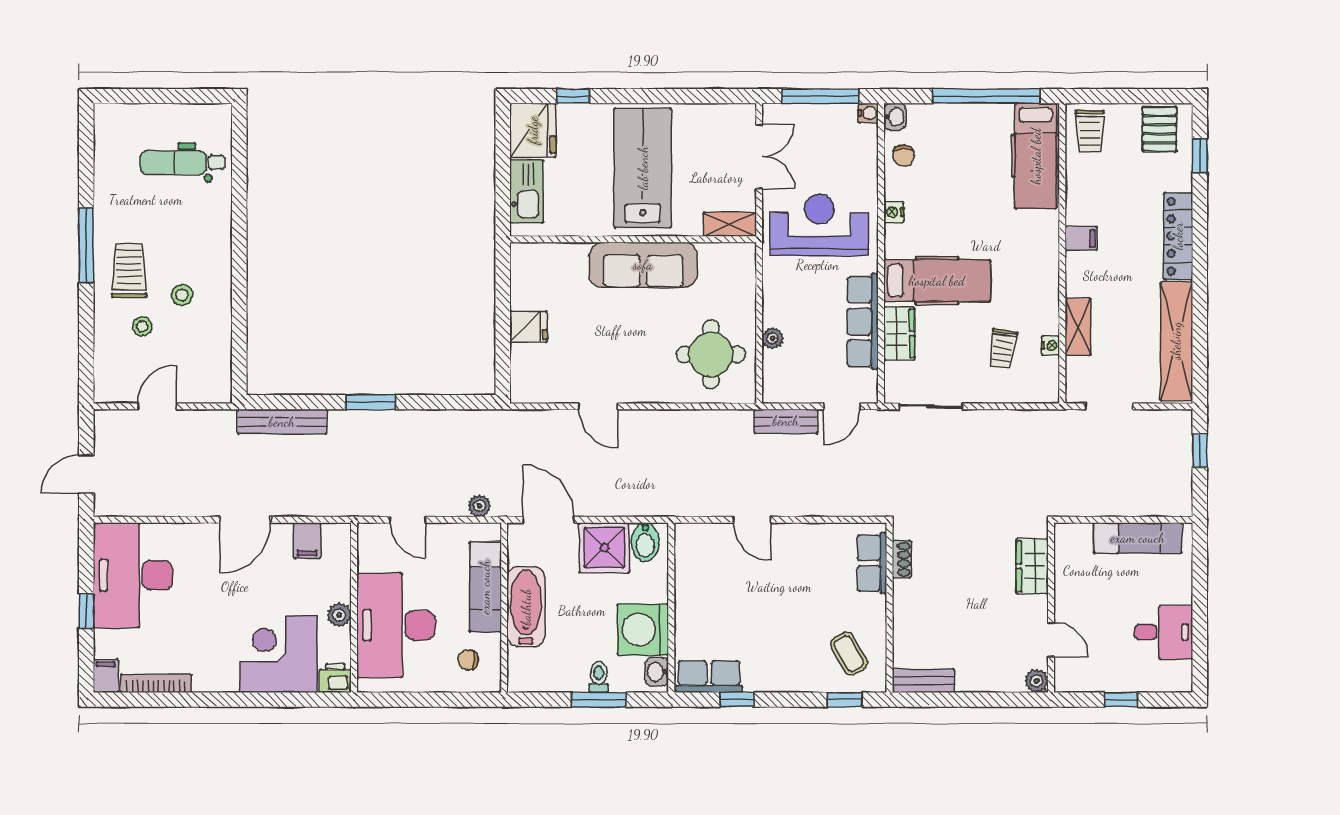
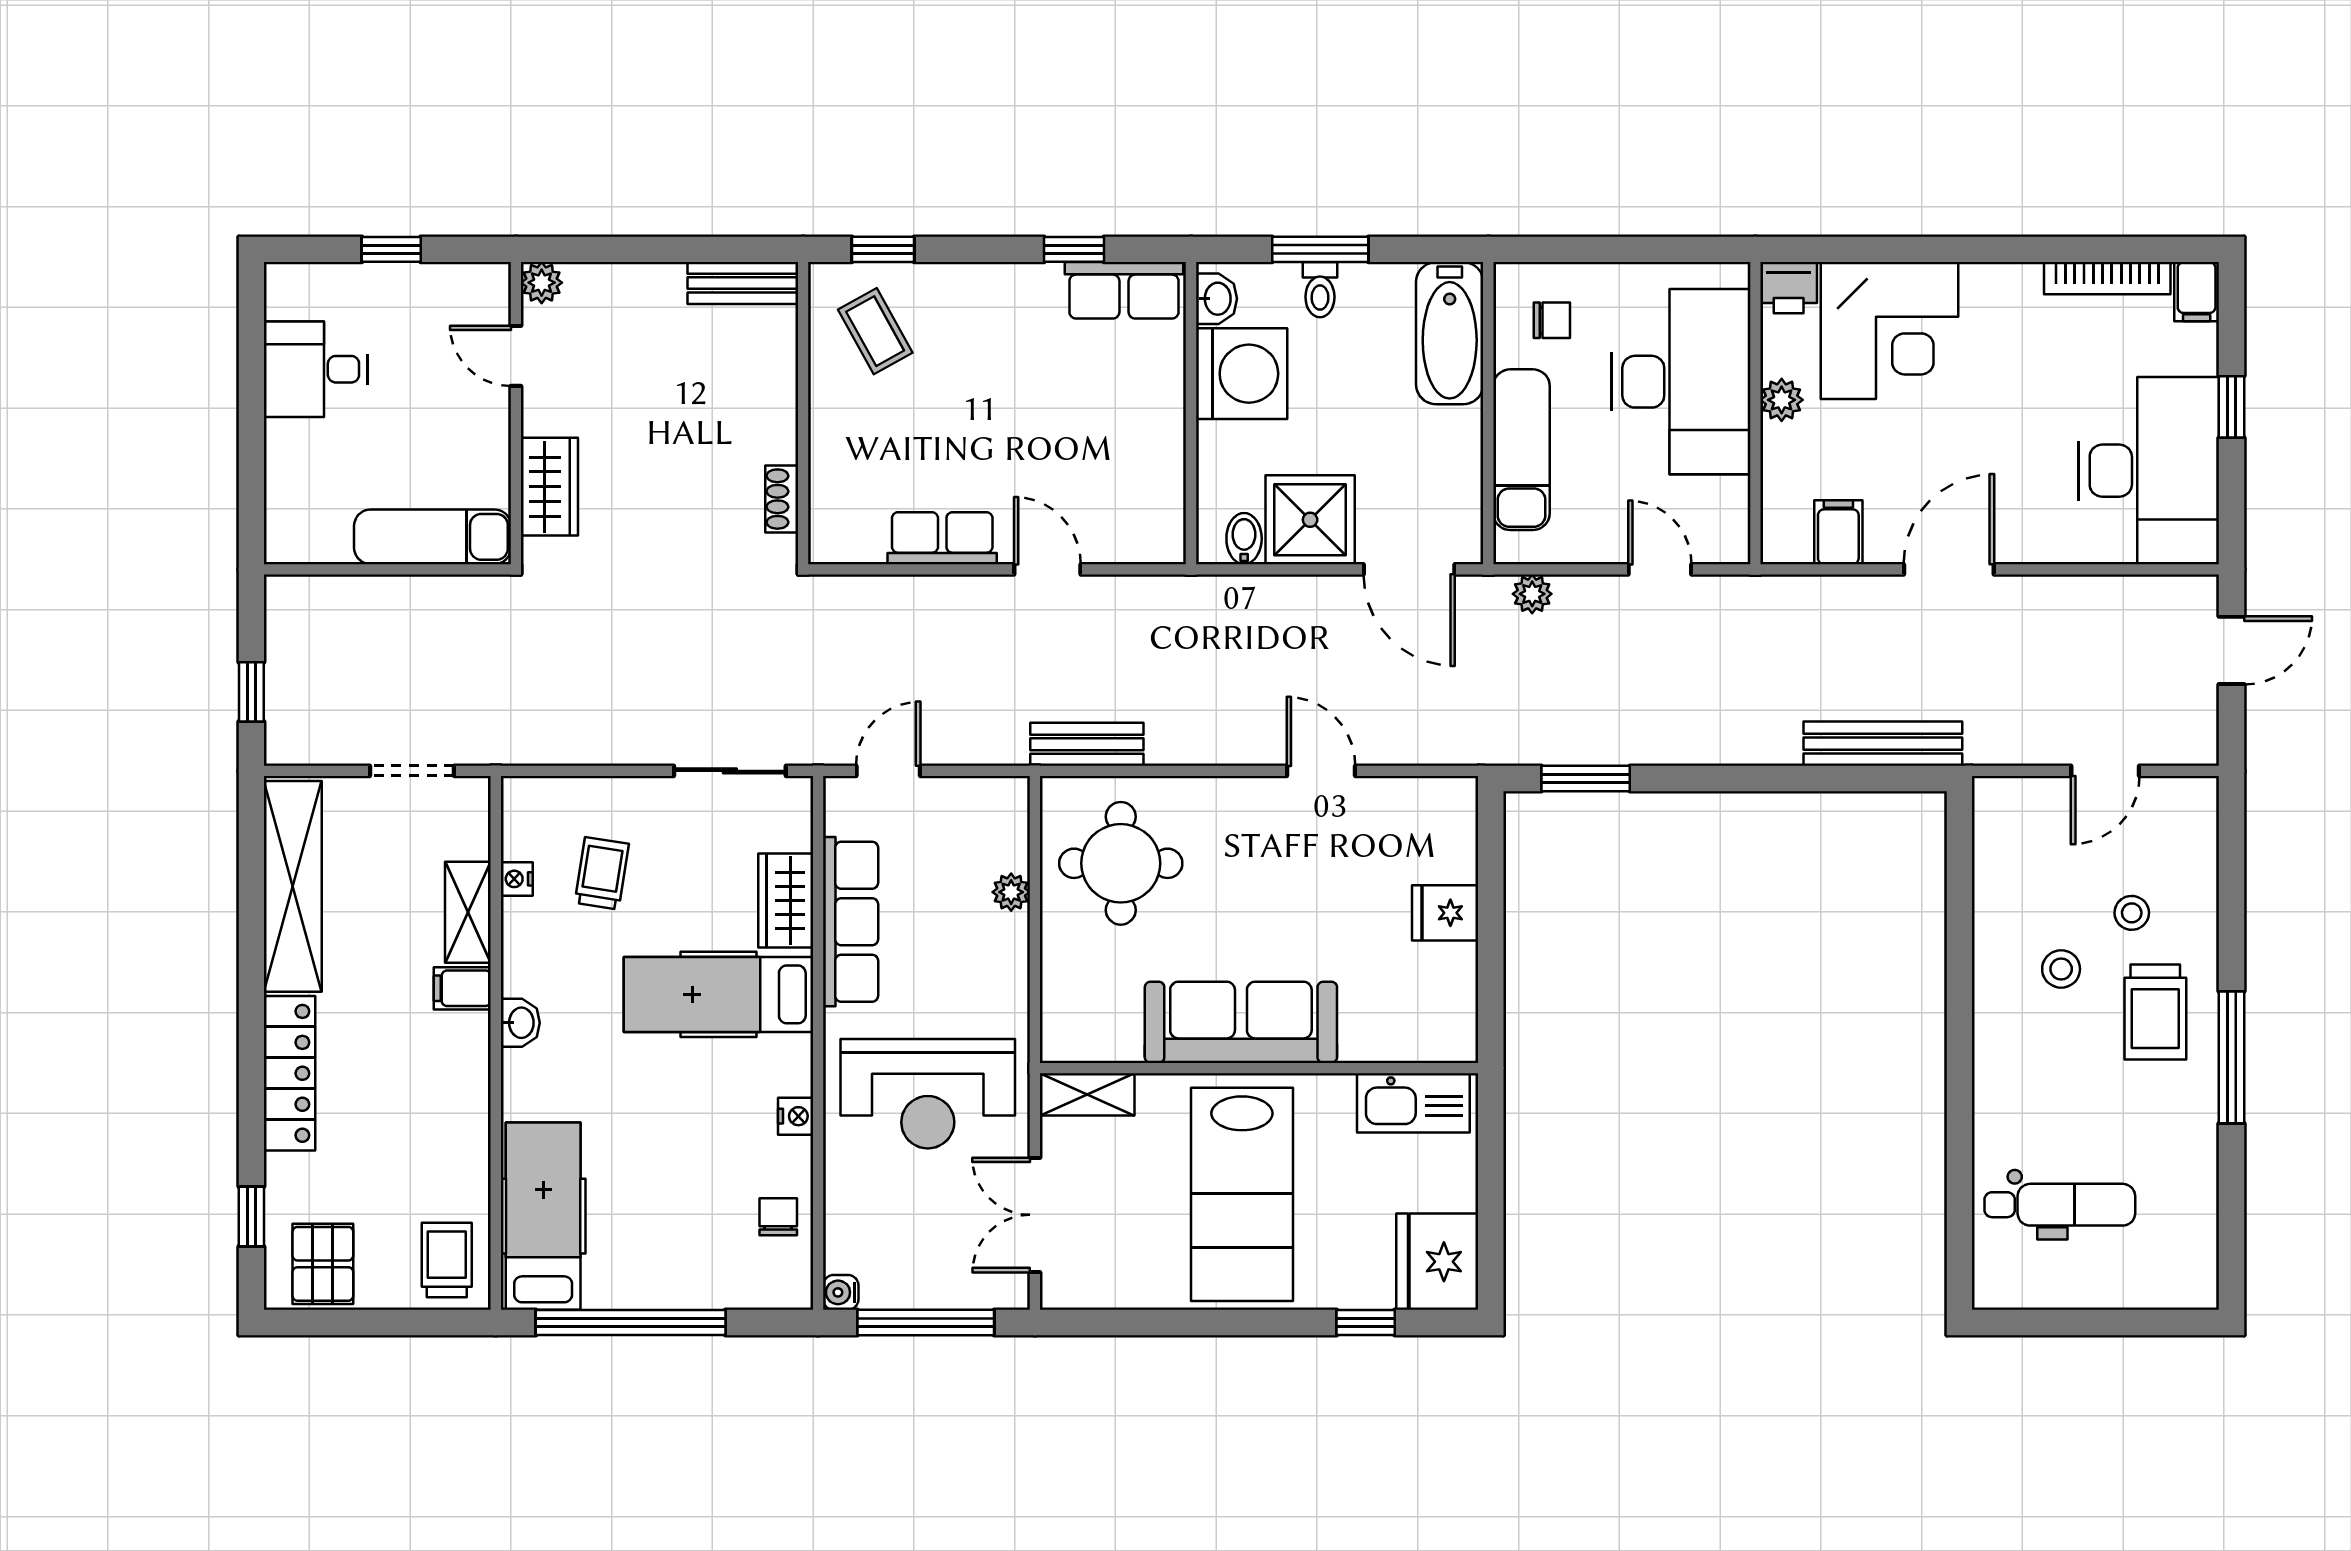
washbasin: (895, 117) -> (520, 1023), moved, turned 180
kitchen sink: (526, 191) -> (1413, 1103), moved, turned -90
filing cabinet: (1081, 239) -> (462, 988), moved
window: (370, 402) -> (1586, 778), moved
bench: (786, 421) -> (1087, 744), moved
exam couch: (1138, 538) -> (433, 537), moved
bidet: (645, 542) -> (1244, 539), width x0.72, depth x0.74
row of seats: (872, 563) -> (942, 538), moved, turned -90
bathtub: (526, 607) -> (1450, 333), moved

